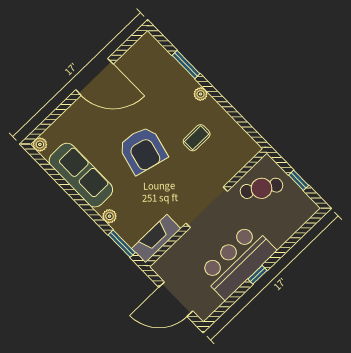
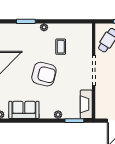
sofa: (81, 175) -> (24, 110), width x0.73

